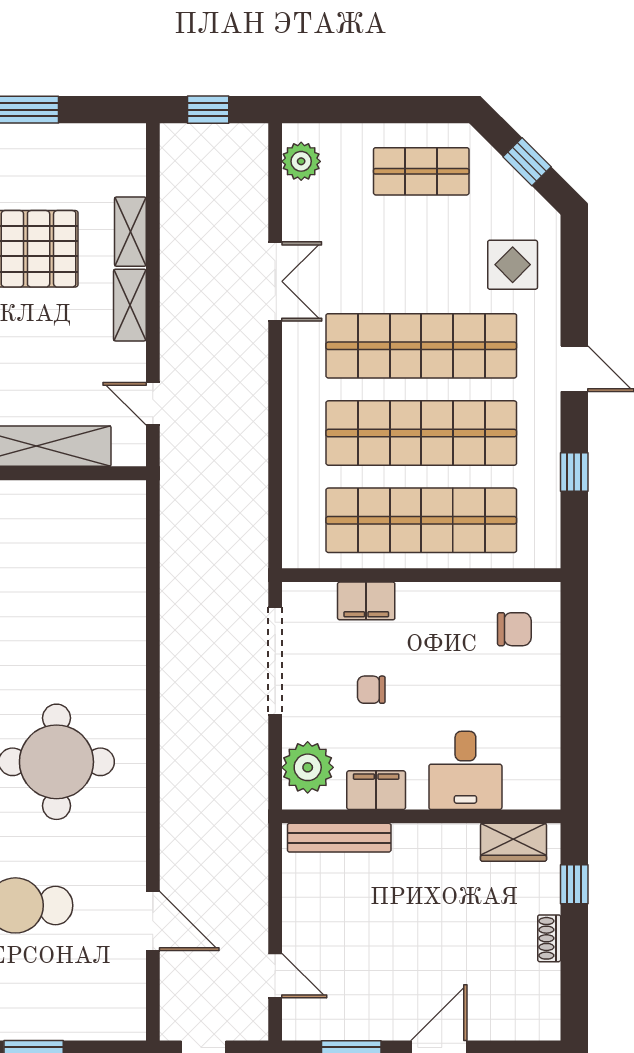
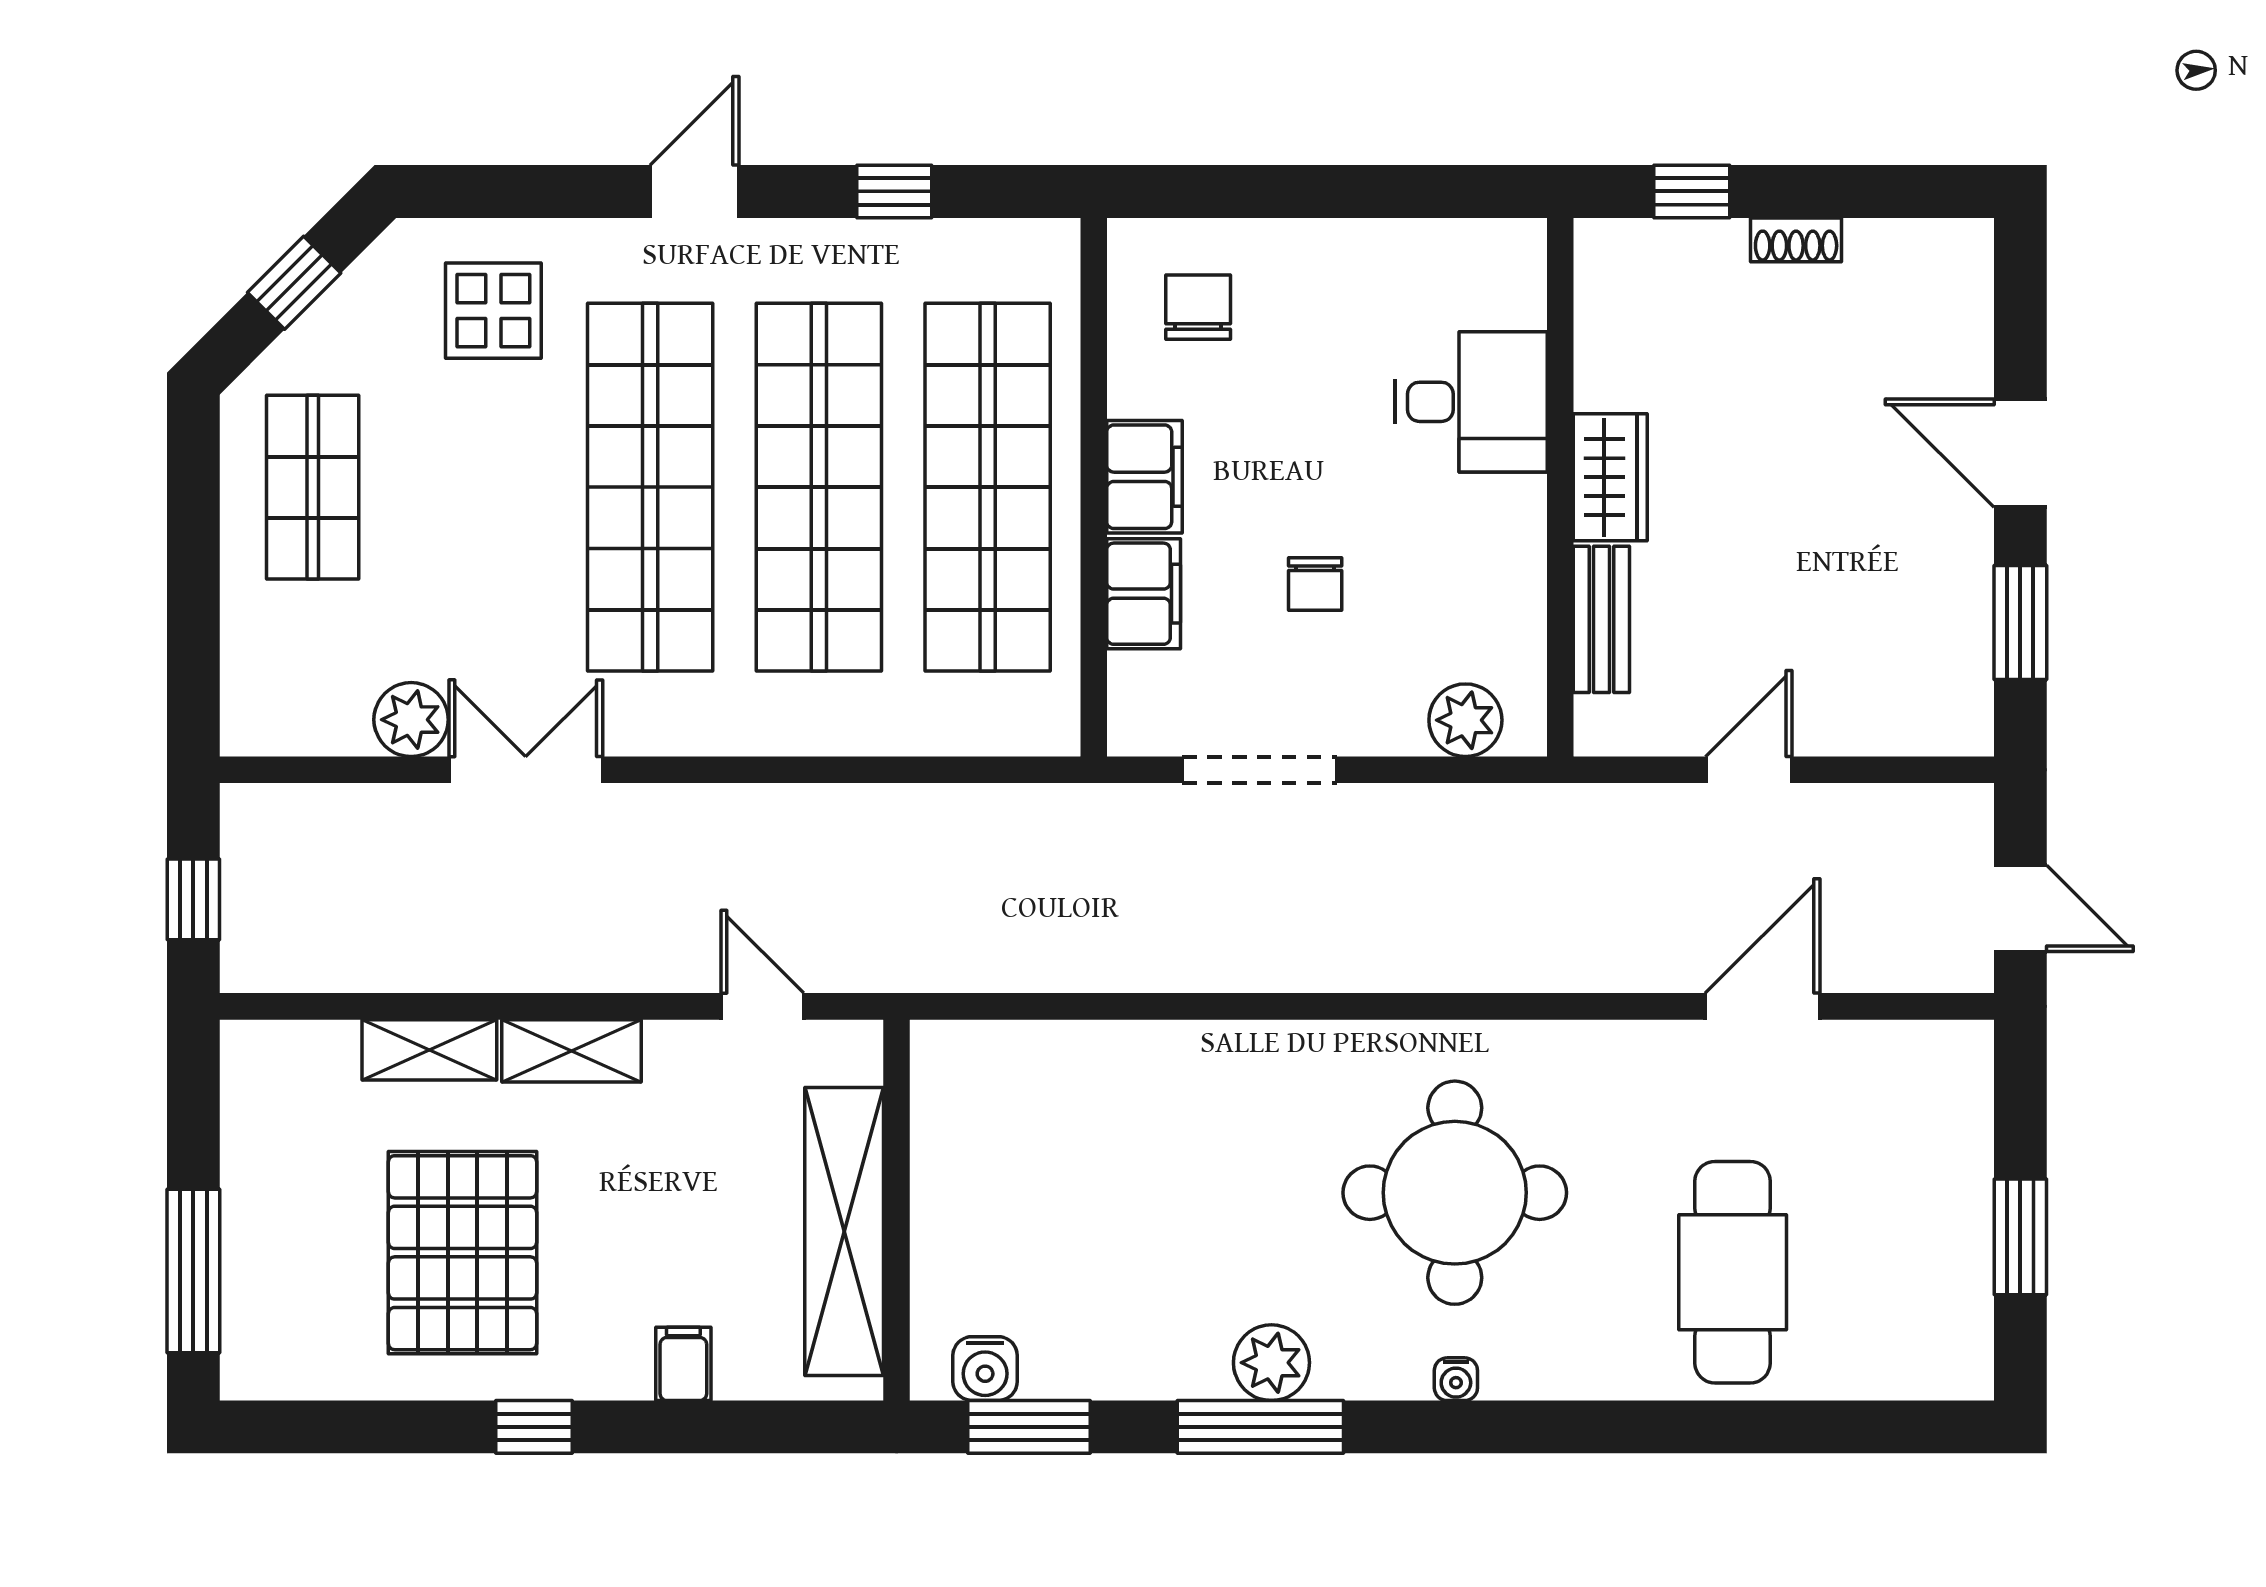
plant: (301, 161) -> (411, 720), moved
door: (153, 404) -> (762, 1006), swing flipped
doorway: (275, 661) -> (1260, 770), width x0.73
plant: (308, 767) -> (1465, 720), width x0.73, depth x0.73
filing cabinet: (376, 790) -> (1145, 477), moved, turned 180
bench: (339, 838) -> (1601, 619), width x0.73
wardrobe: (513, 842) -> (1610, 477), moved
door: (275, 976) -> (1749, 770), moved

